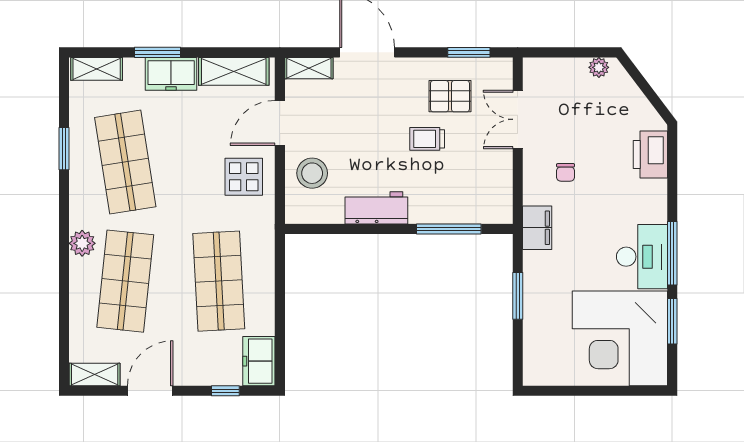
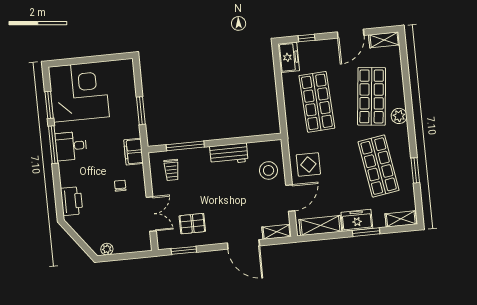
trolley: (427, 139) -> (172, 170), moved, turned 90
desk: (642, 257) -> (71, 146), width x0.73

